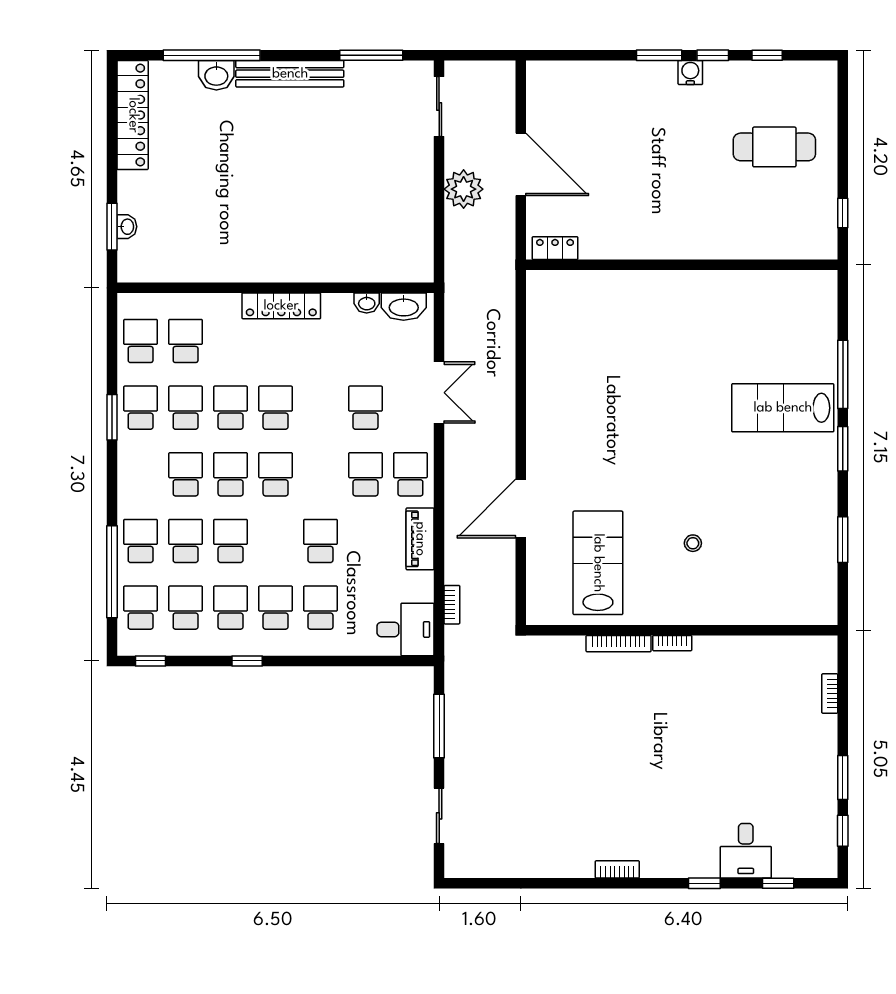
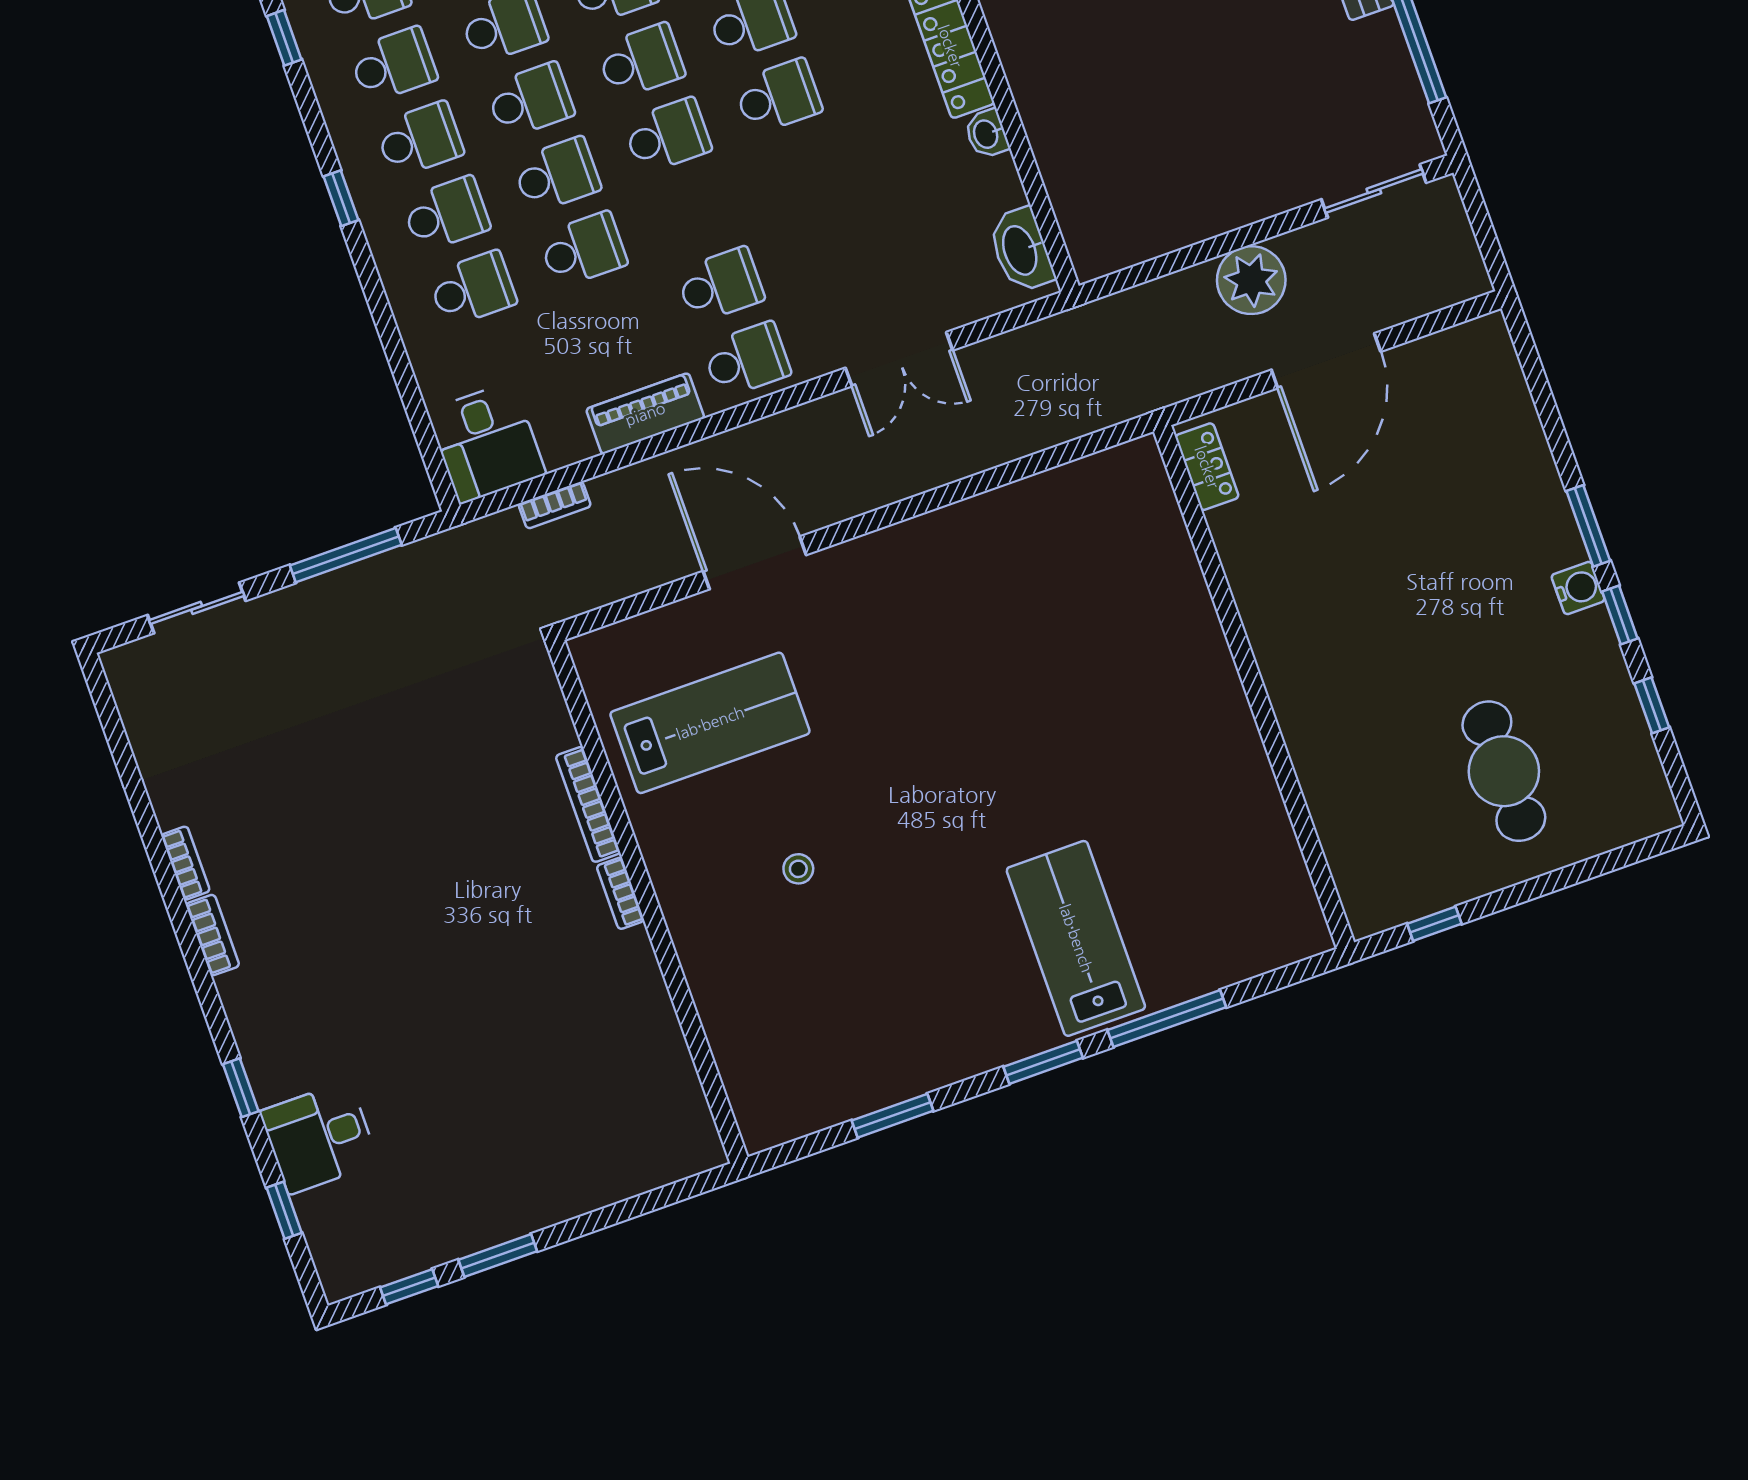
washbasin: (367, 303) -> (987, 134), moved
school desk: (365, 408) -> (557, 175), moved
bookcase: (830, 693) -> (185, 863), moved, turned 90

